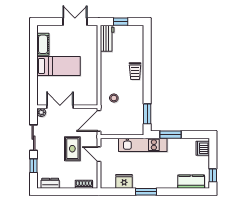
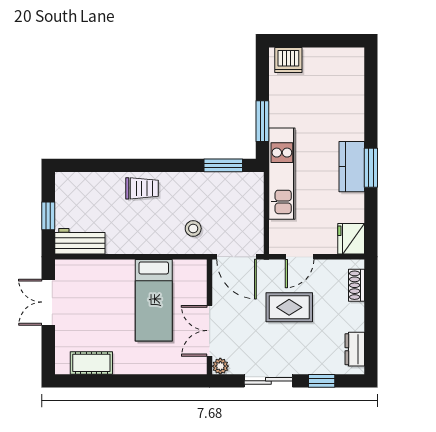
bed: (58, 66) -> (154, 300), moved, turned 180
window: (213, 175) -> (340, 41), removed
fridge: (124, 181) -> (351, 239), moved
kitchen counter: (191, 182) -> (352, 167), moved

